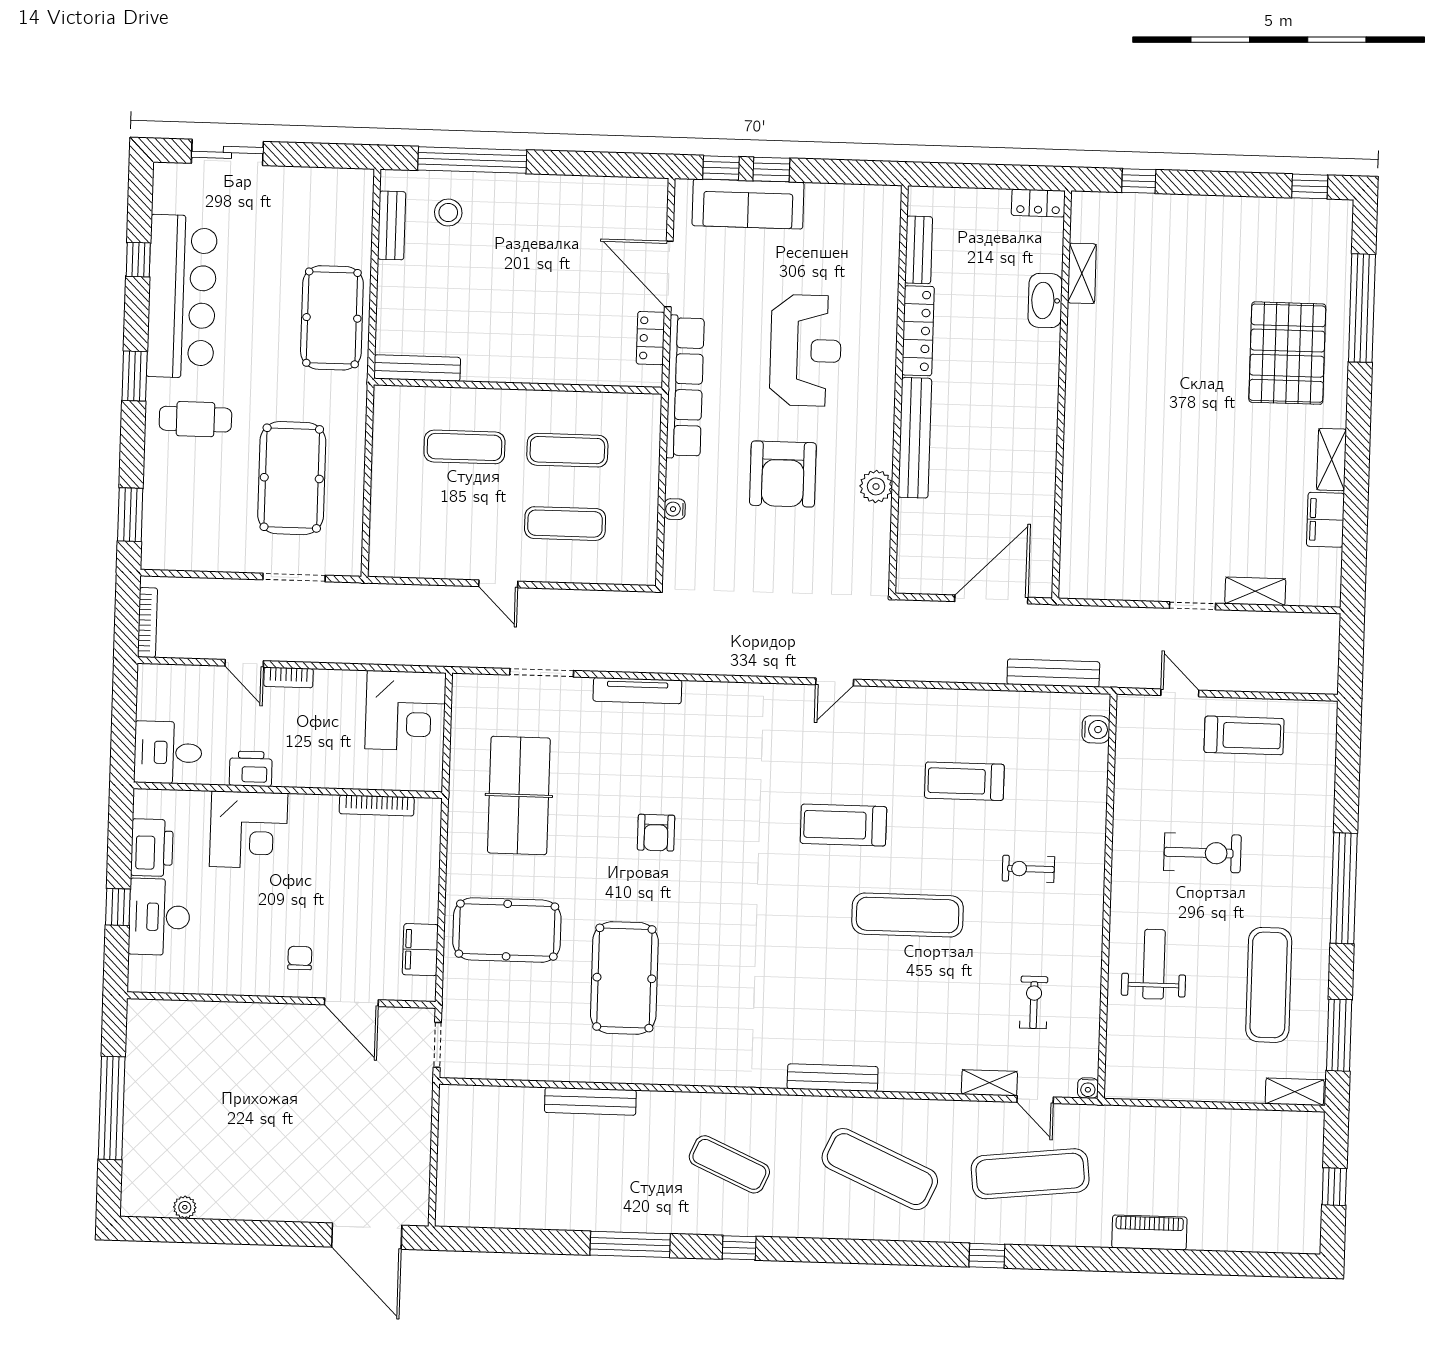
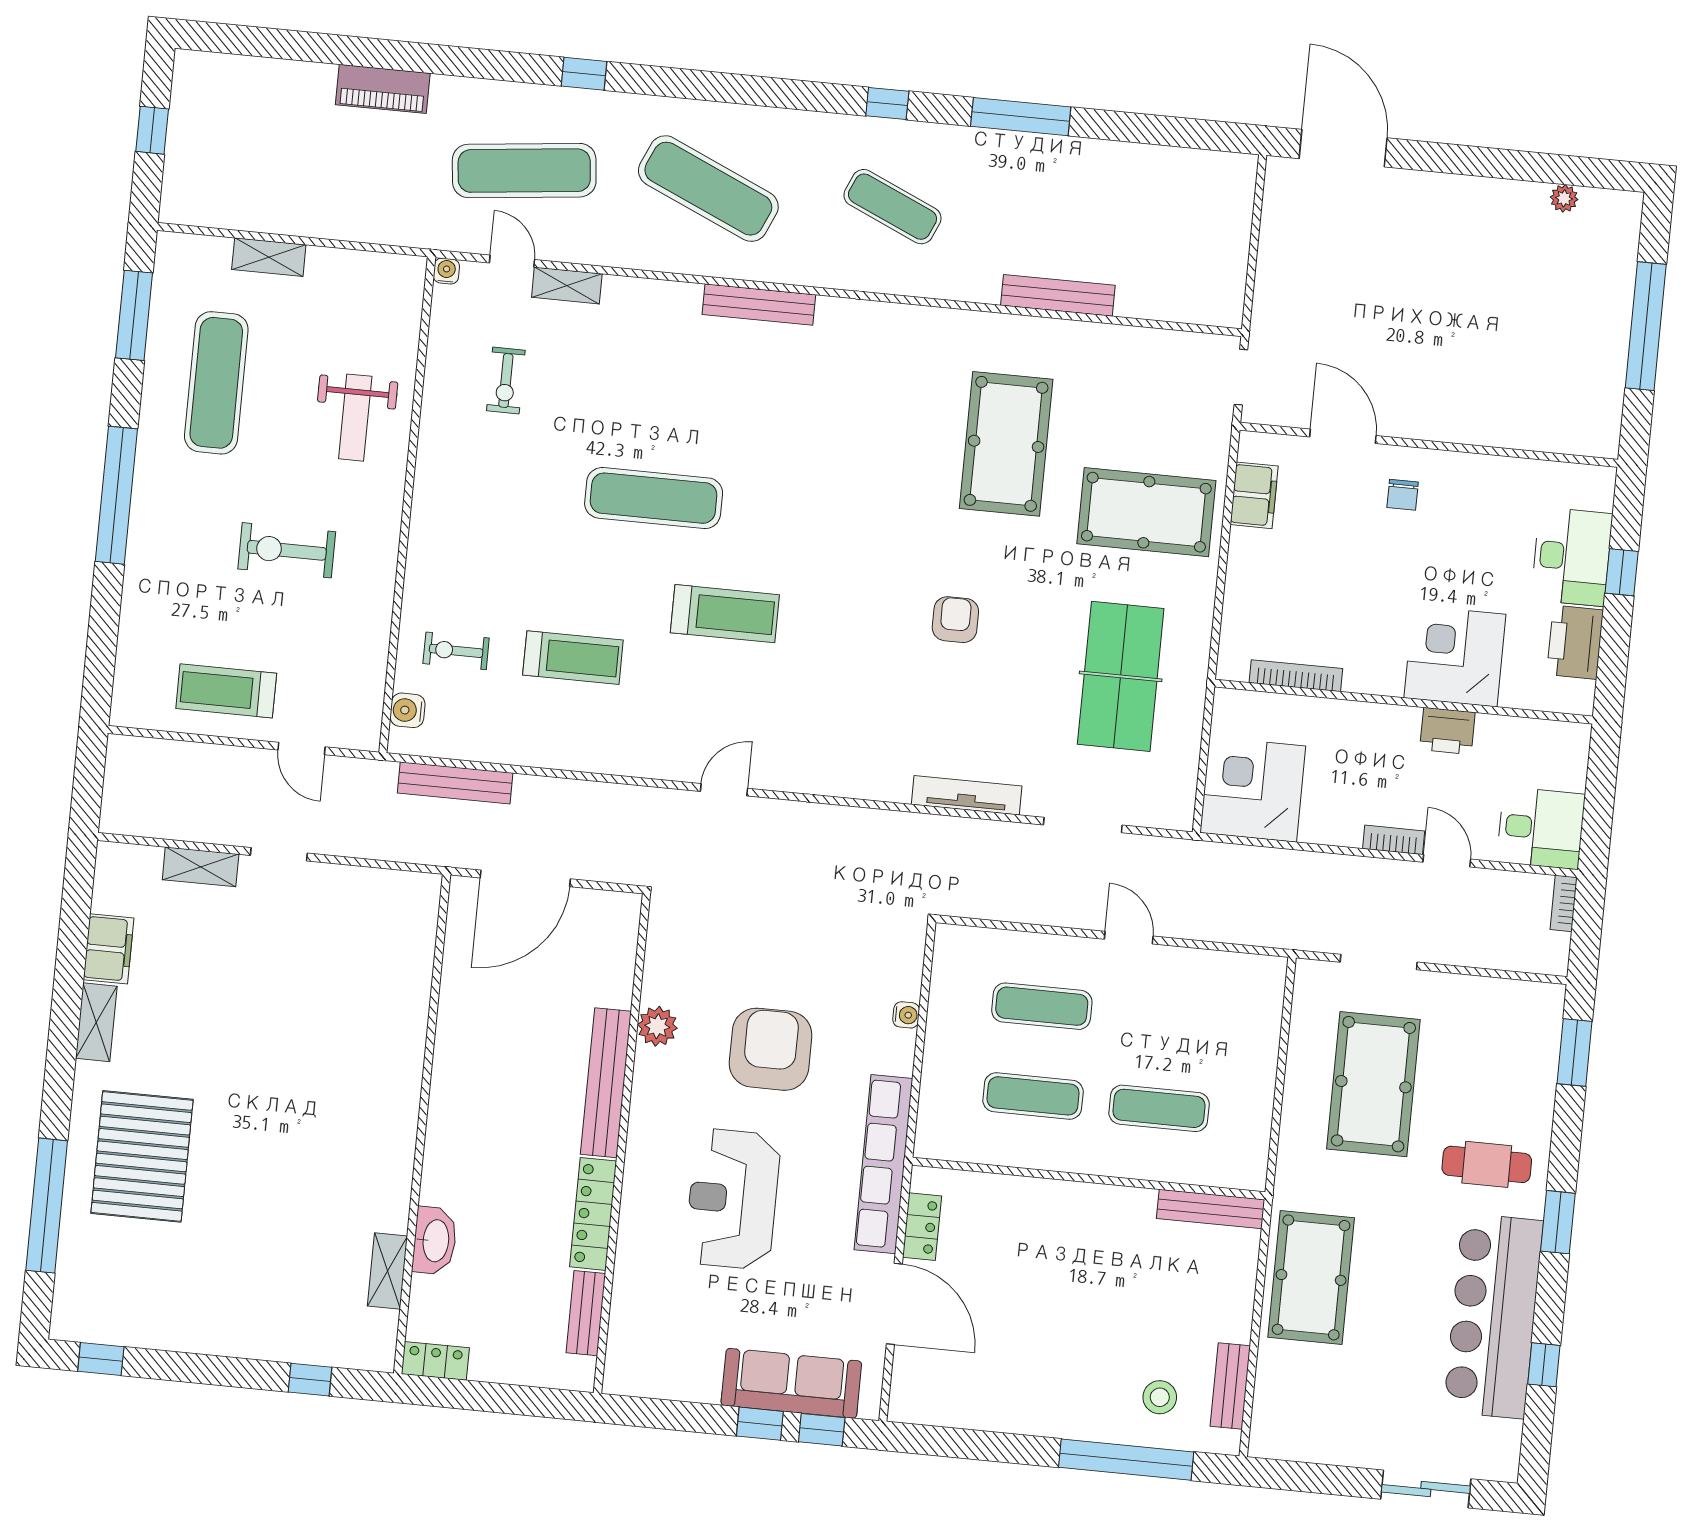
bookcase: (147, 623) -> (1564, 903), width x0.64
desk: (168, 753) -> (1541, 828), moved
exercise bike: (1028, 869) -> (456, 651), moved, turned 180
shelving: (1295, 1092) -> (269, 257), moved

